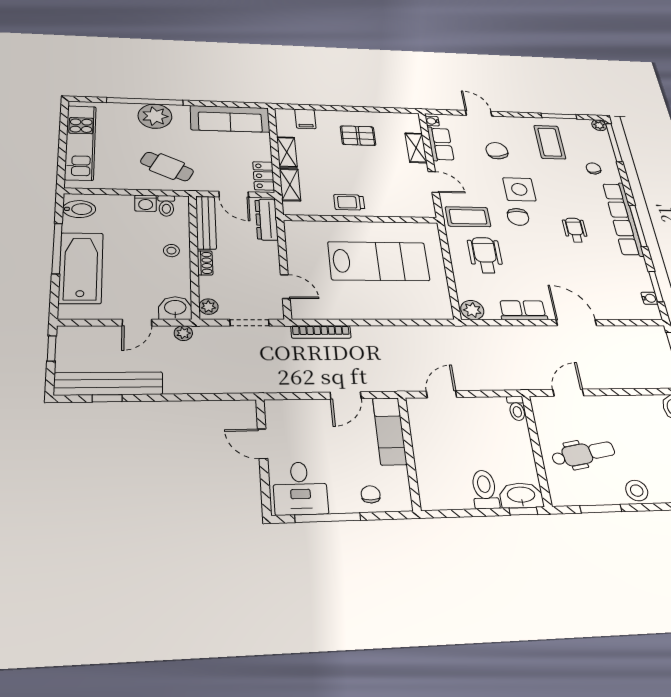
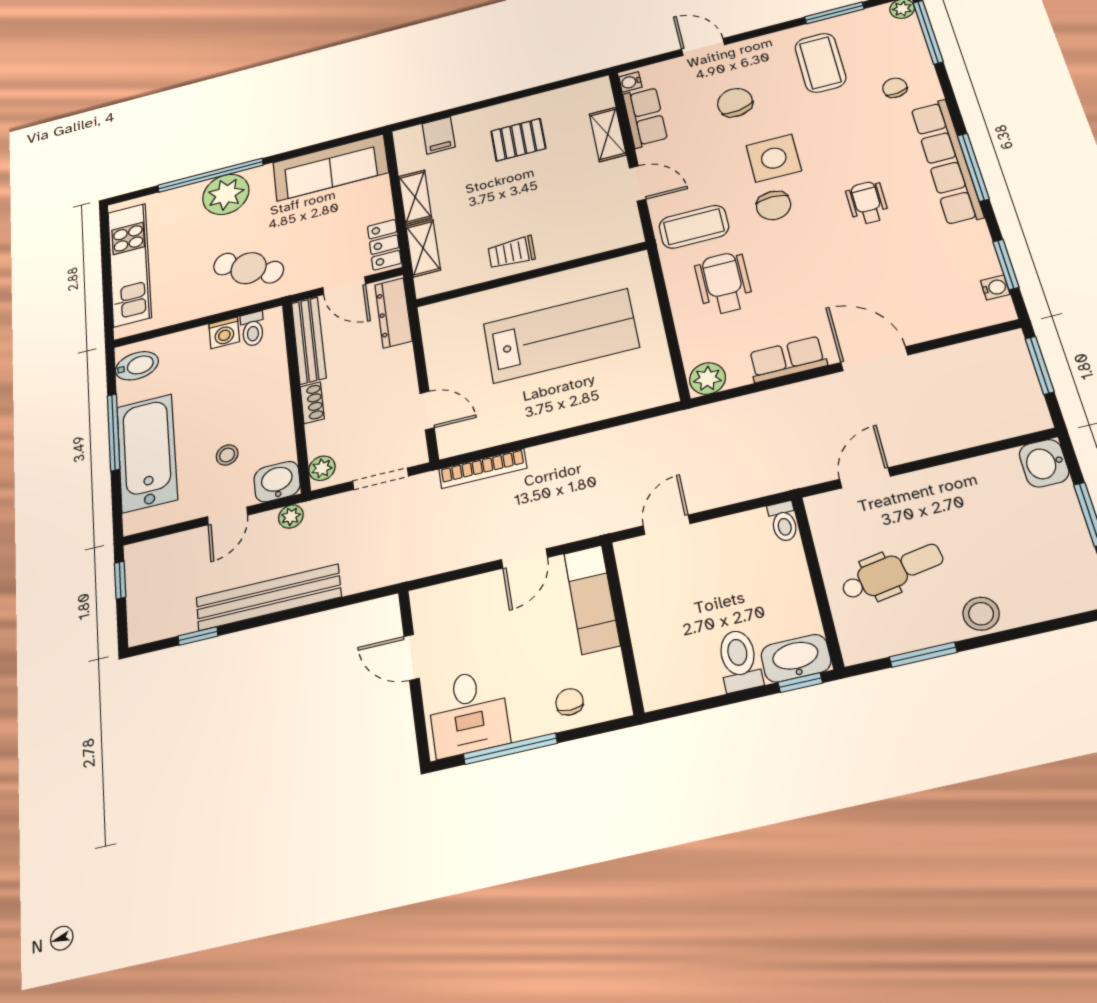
stool: (171, 251) -> (227, 455), moved
bench: (108, 384) -> (268, 597), moved

